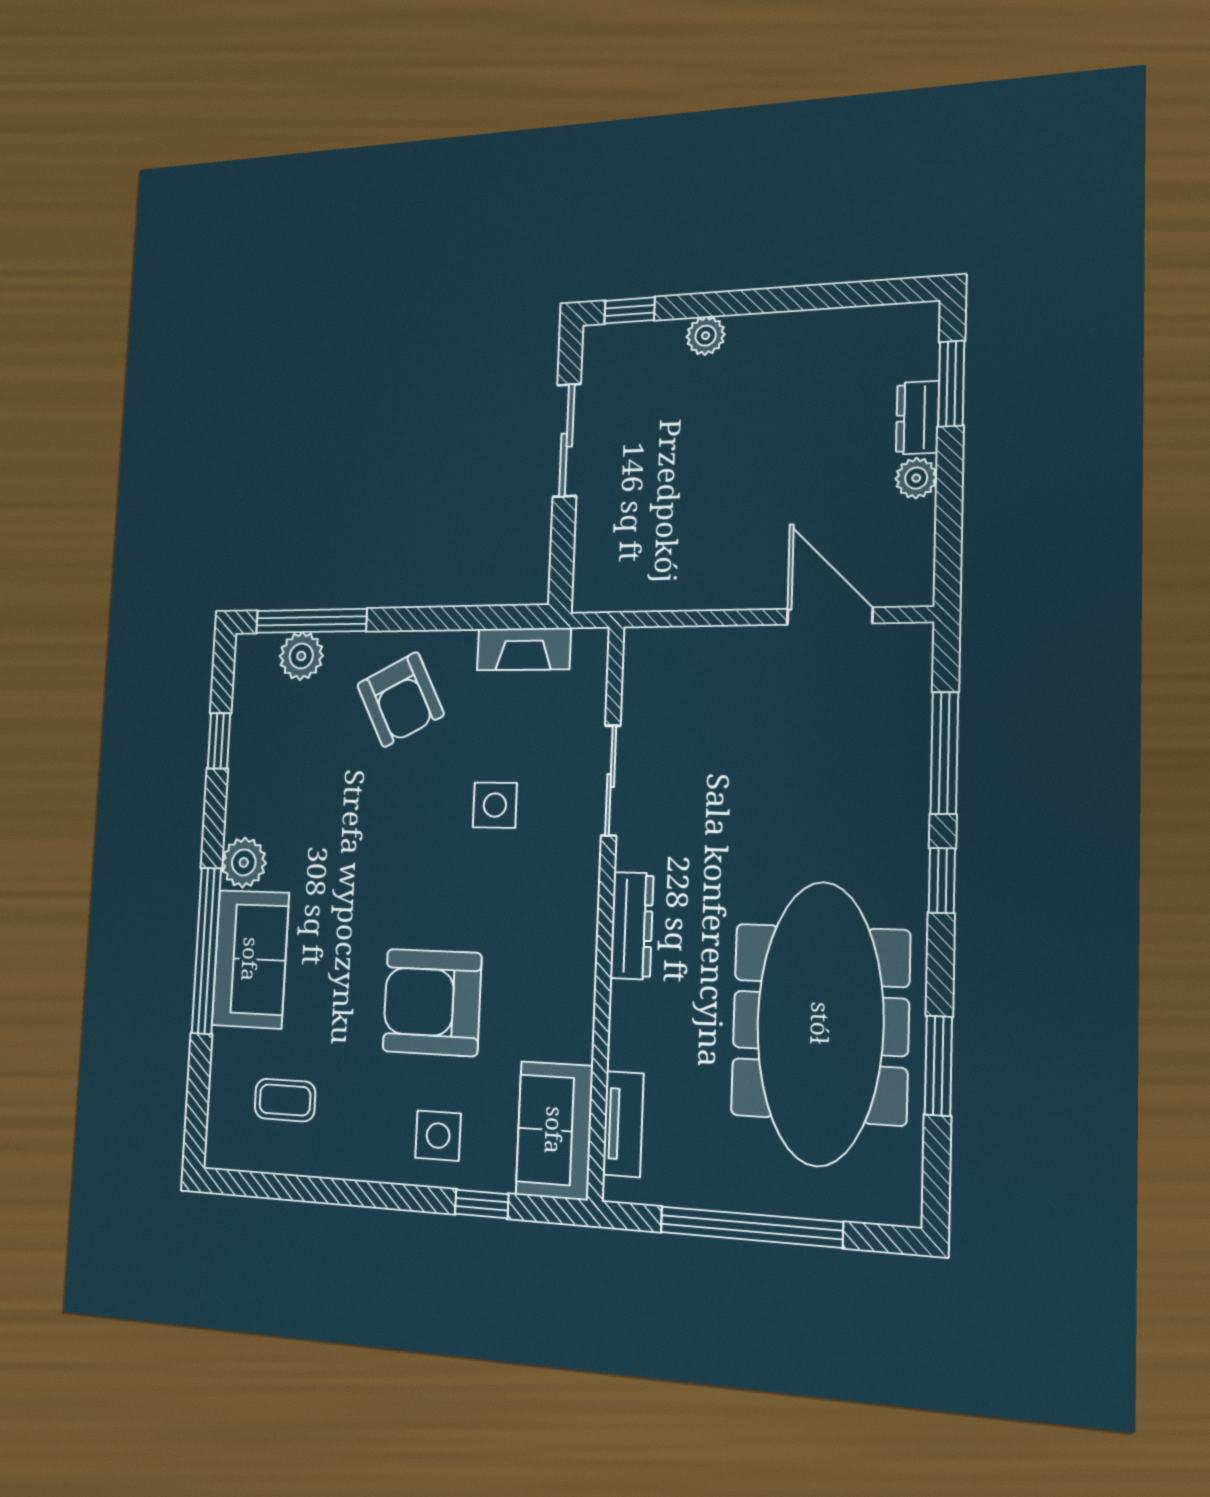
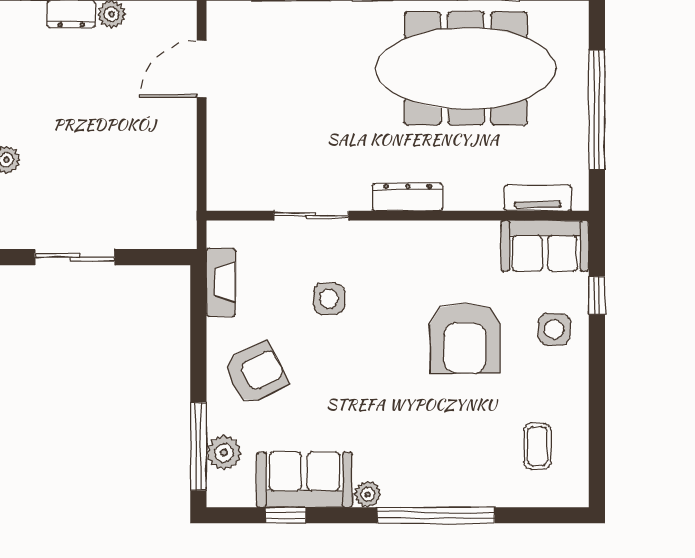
plant: (244, 862) -> (368, 494), width x0.73, depth x0.73
sofa: (250, 959) -> (304, 480), moved

